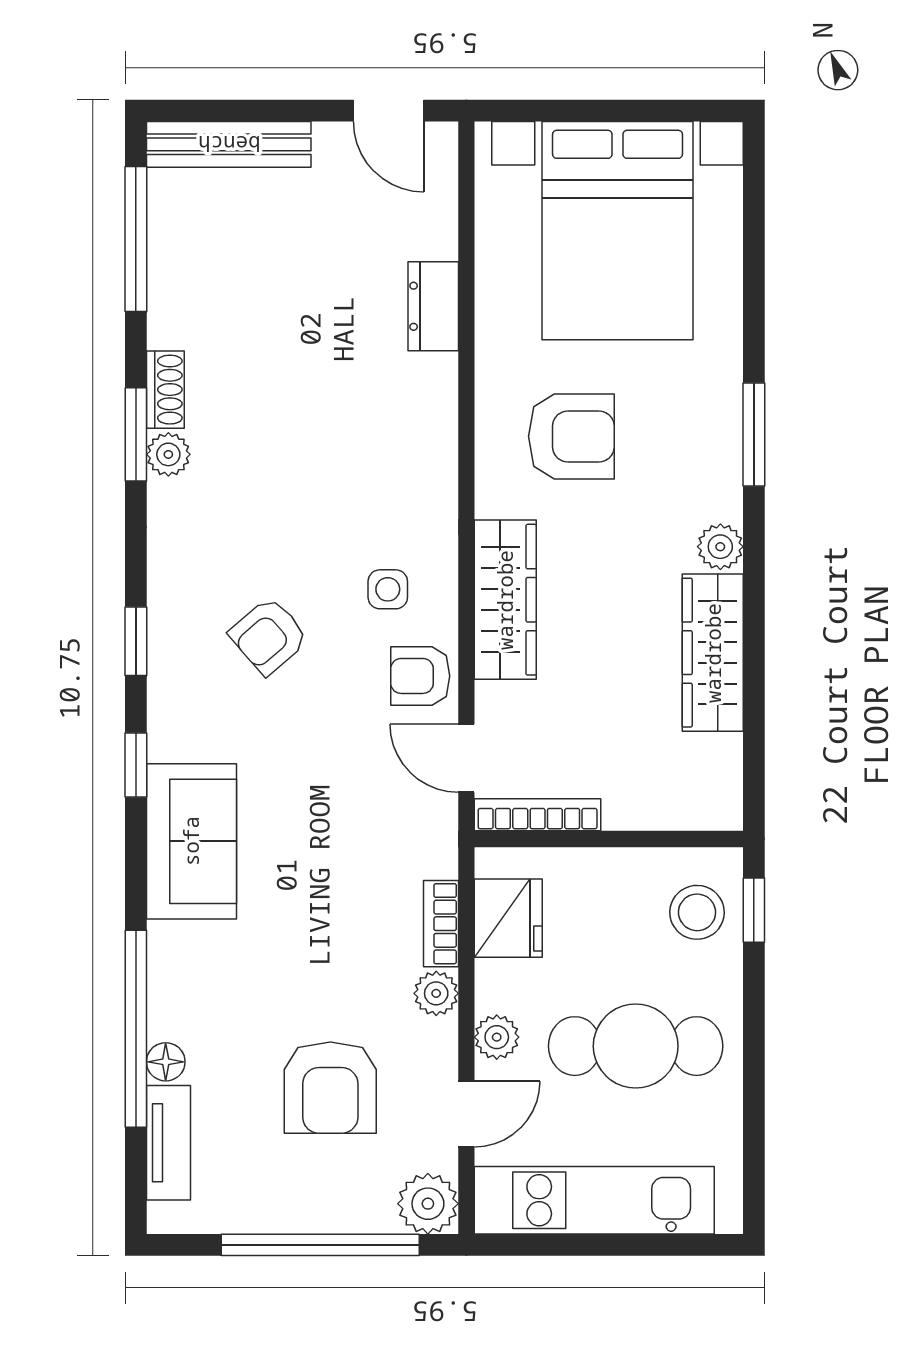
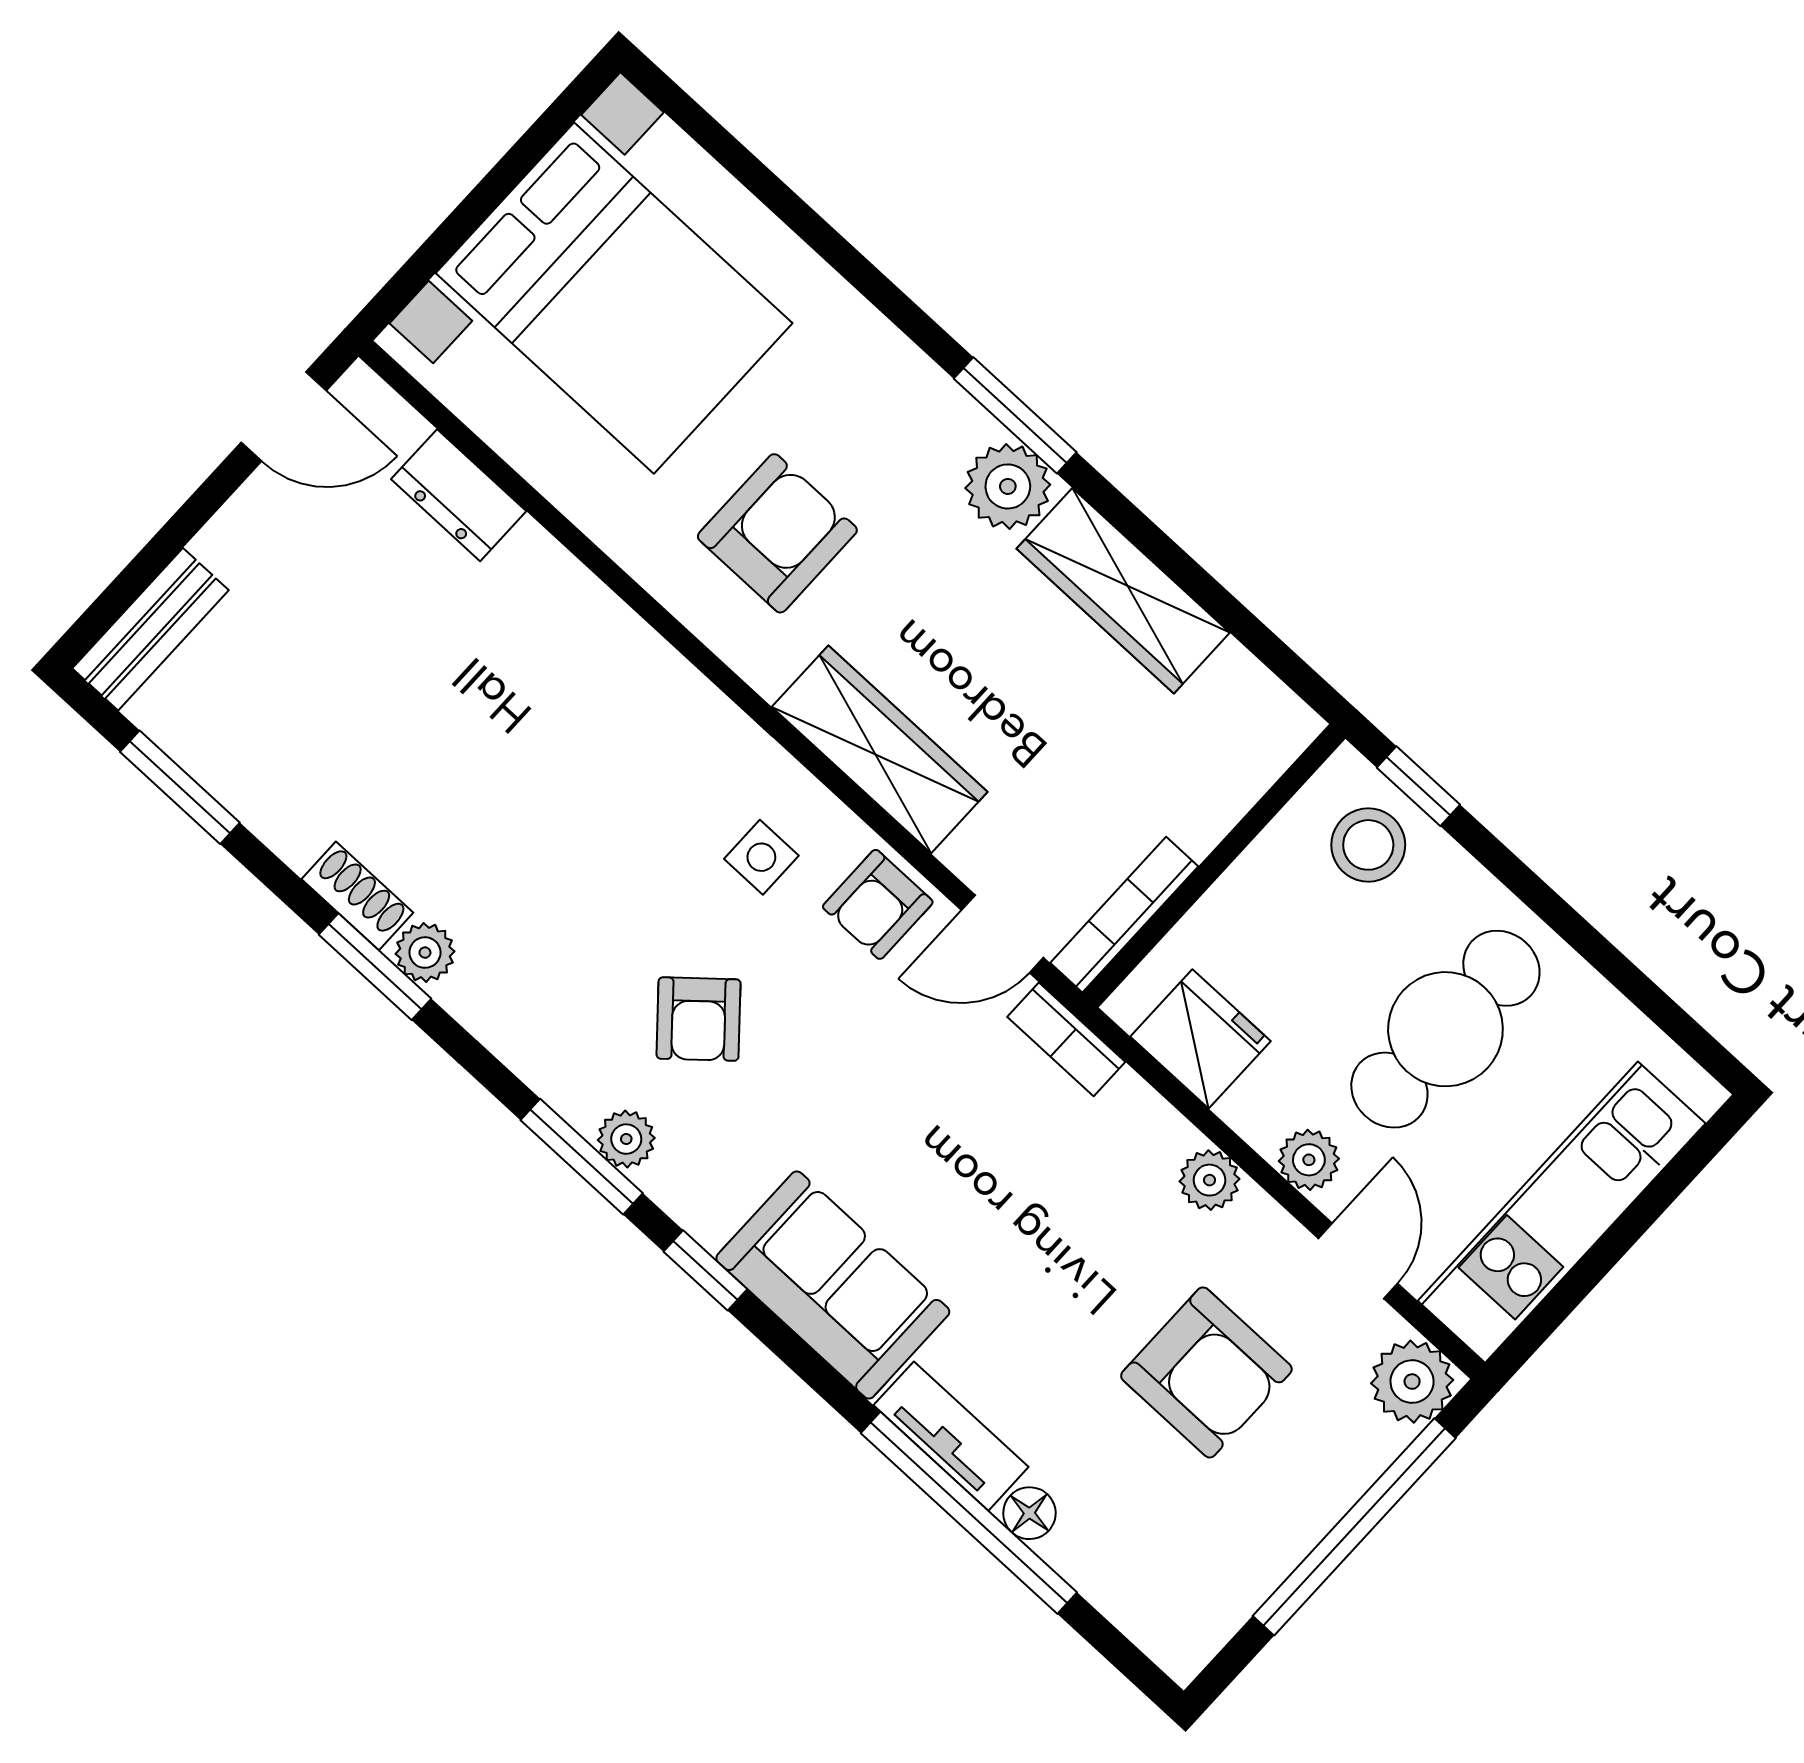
bench: (229, 144) -> (150, 629), width x0.73
window: (136, 239) -> (180, 787), width x0.69
dresser: (433, 306) -> (459, 495), moved
window: (754, 435) -> (1015, 415), moved
plant: (720, 547) -> (1008, 486), width x1.38, depth x1.38
window: (136, 641) -> (582, 1157), width x1.50
plant: (168, 657) -> (626, 1139), added
bookcase: (441, 924) -> (1066, 1039), moved
tv unit: (168, 1143) -> (951, 1436), moved

